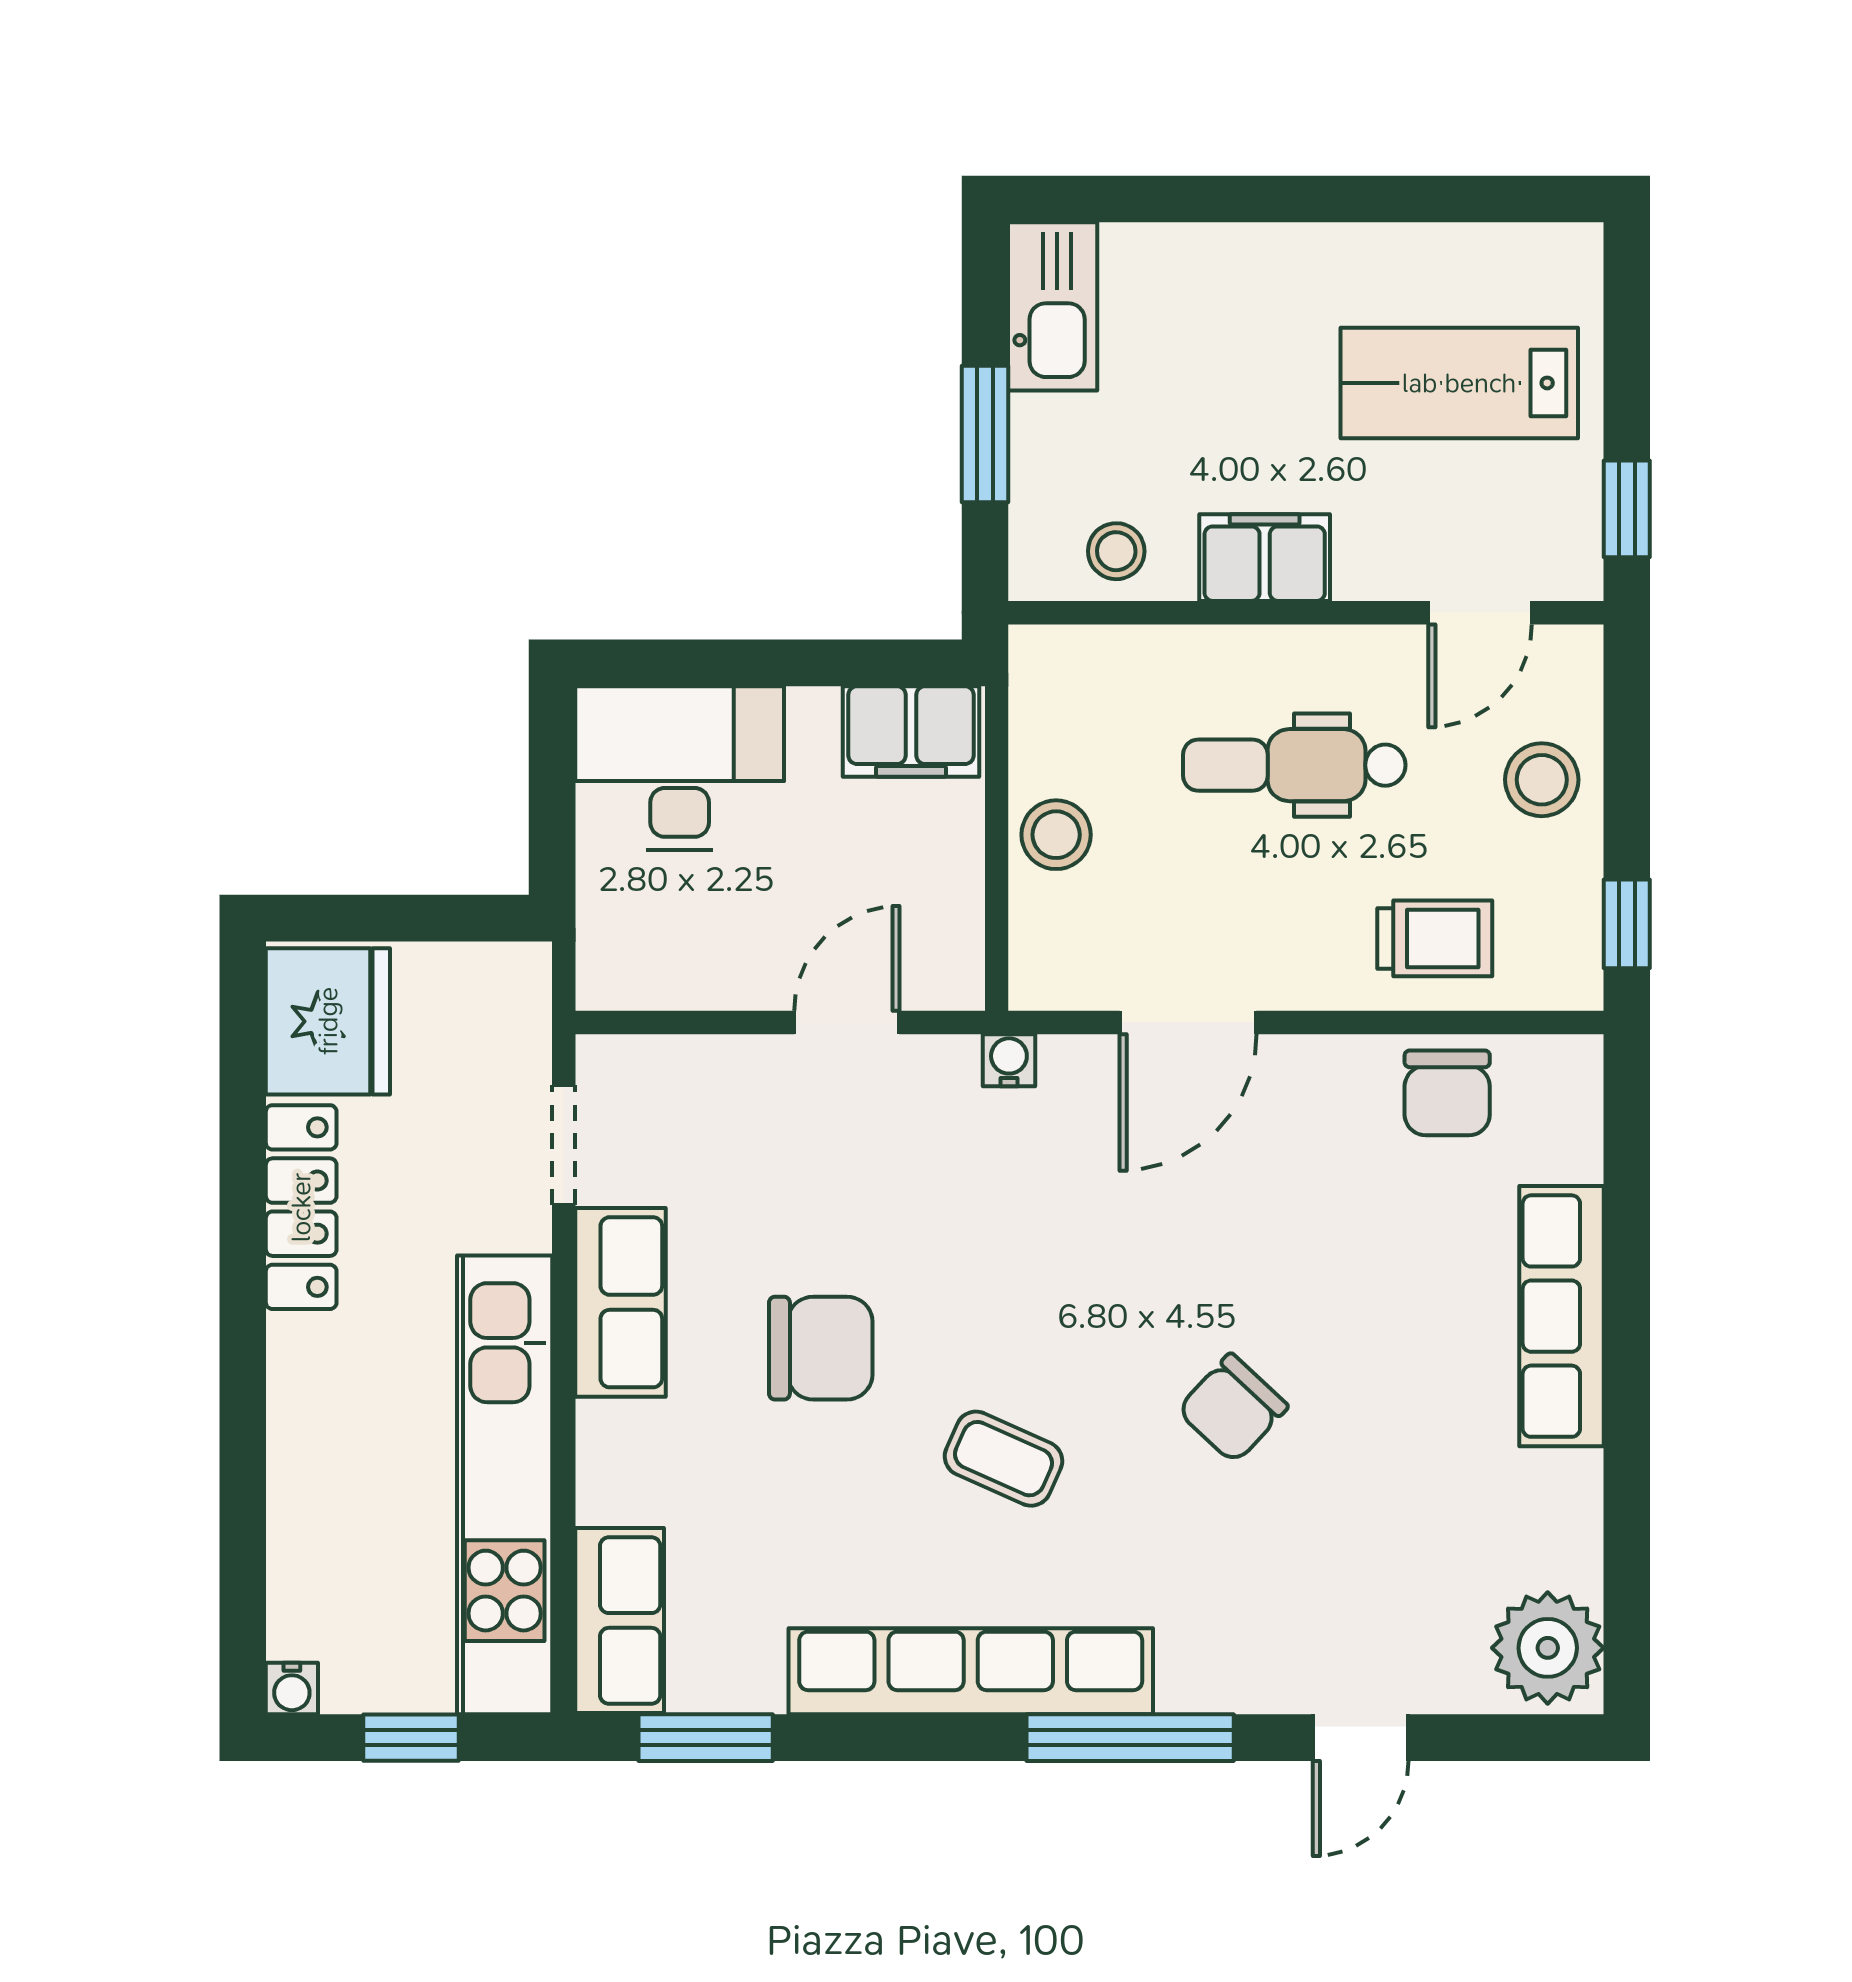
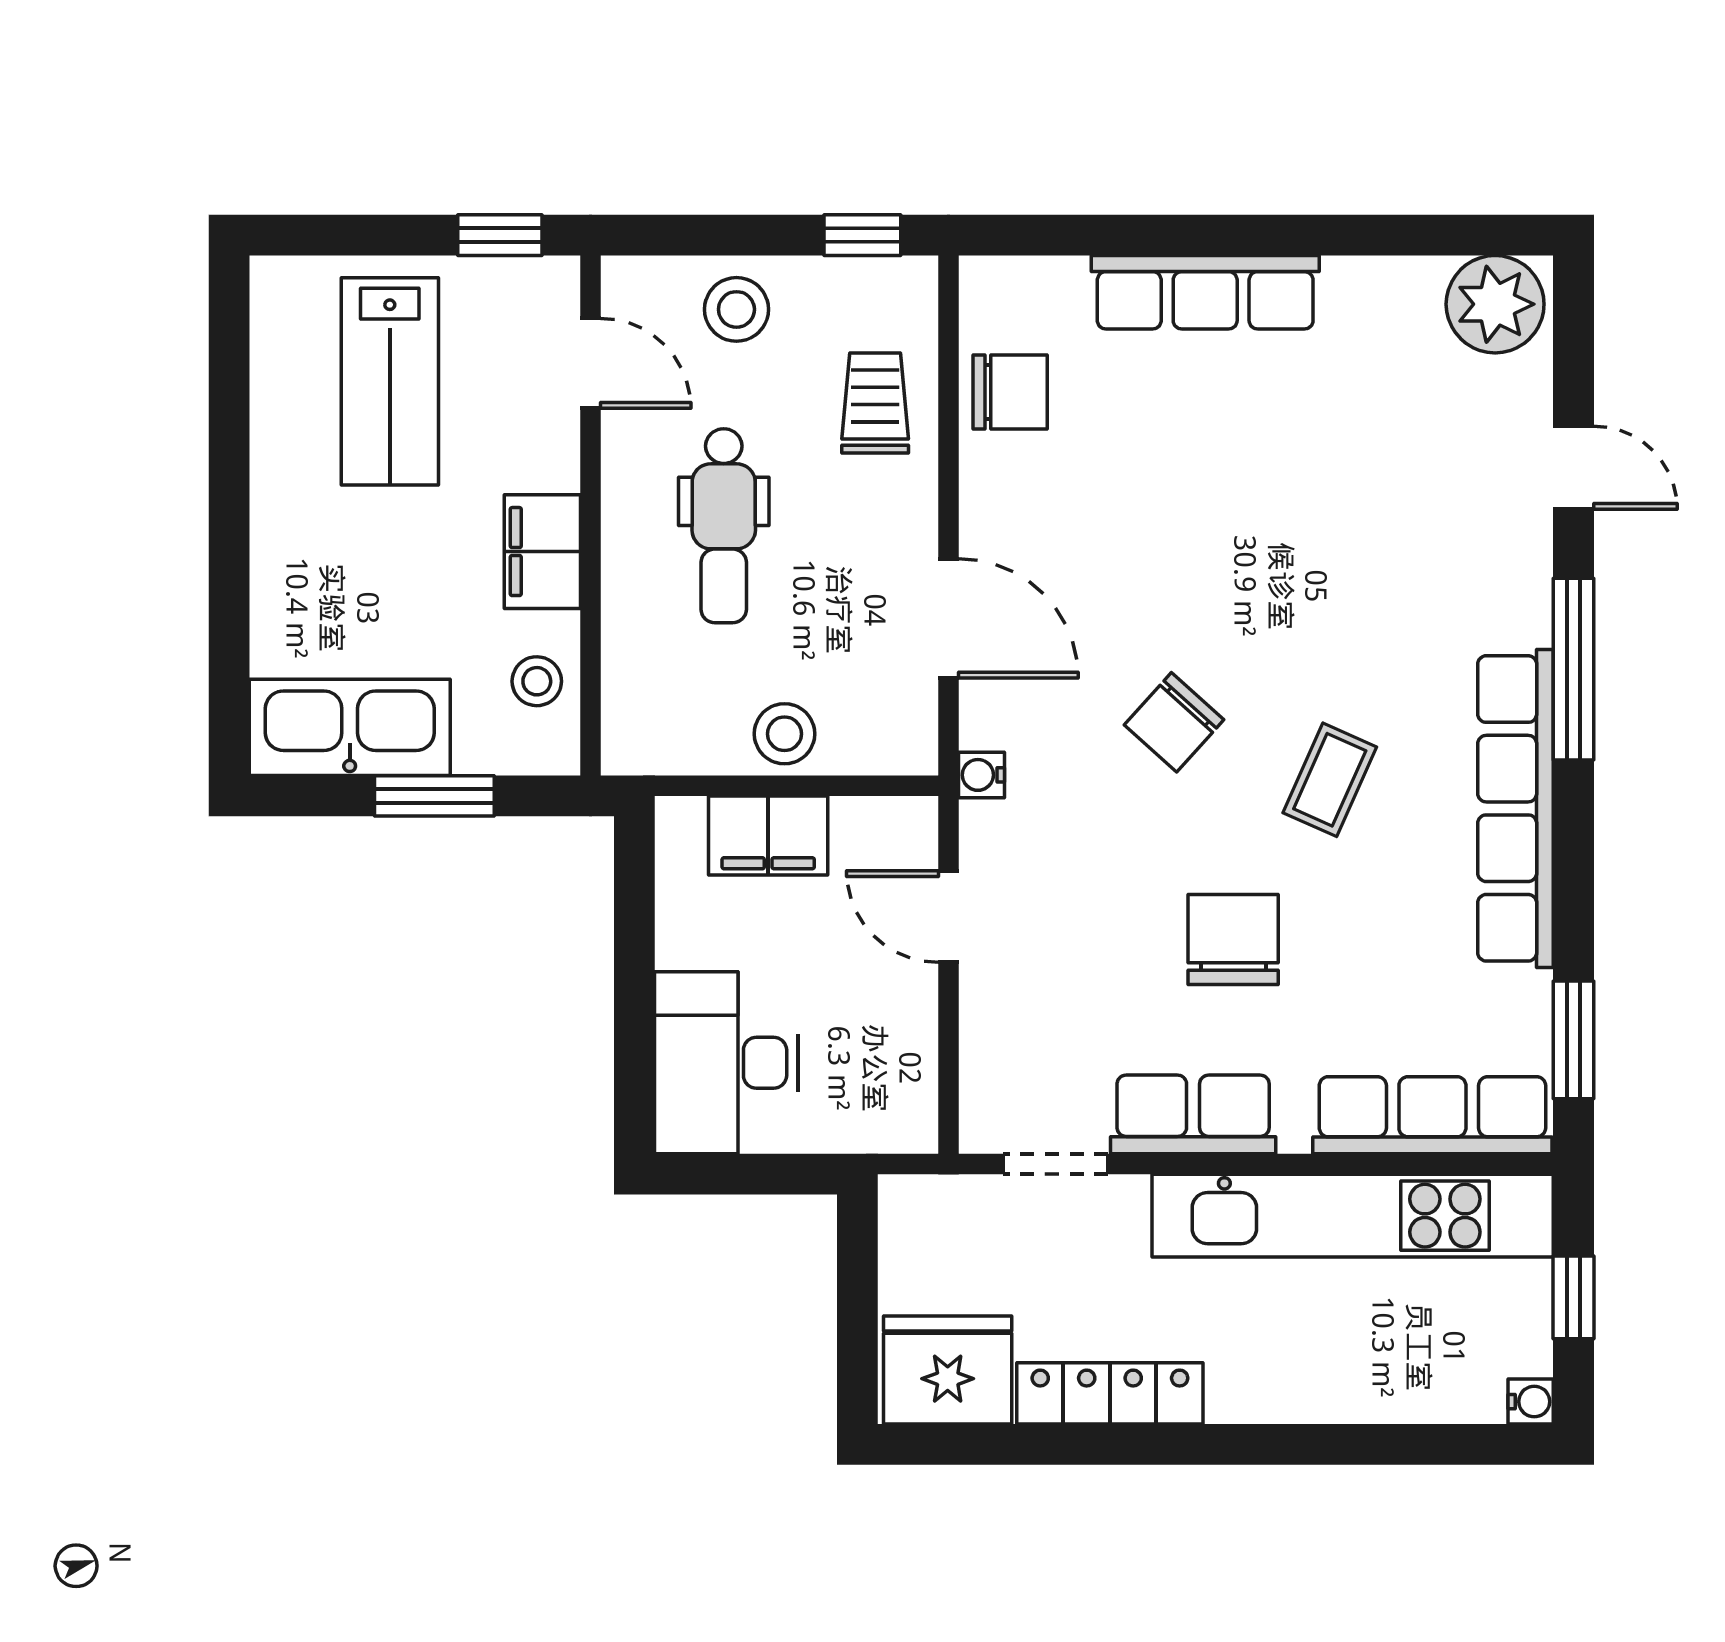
kitchen sink: (1053, 306) -> (350, 727), width x1.36, depth x1.24
filing cabinet: (911, 731) -> (768, 835), moved, turned 90
chair: (1233, 1408) -> (1174, 722), moved, turned 89
row of seats: (620, 1620) -> (1432, 1115), width x1.48

